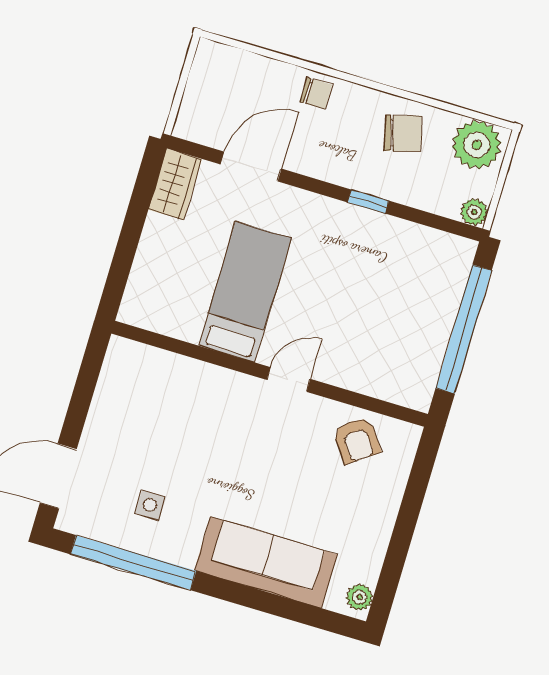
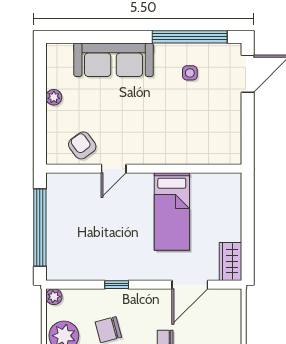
door: (289, 379) -> (114, 169), moved
plant: (360, 597) -> (54, 97), moved

